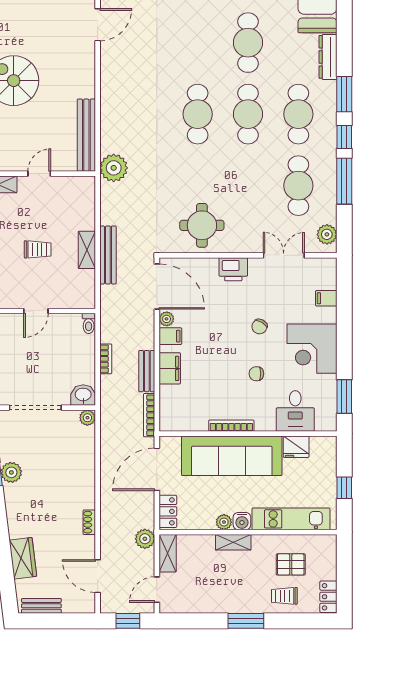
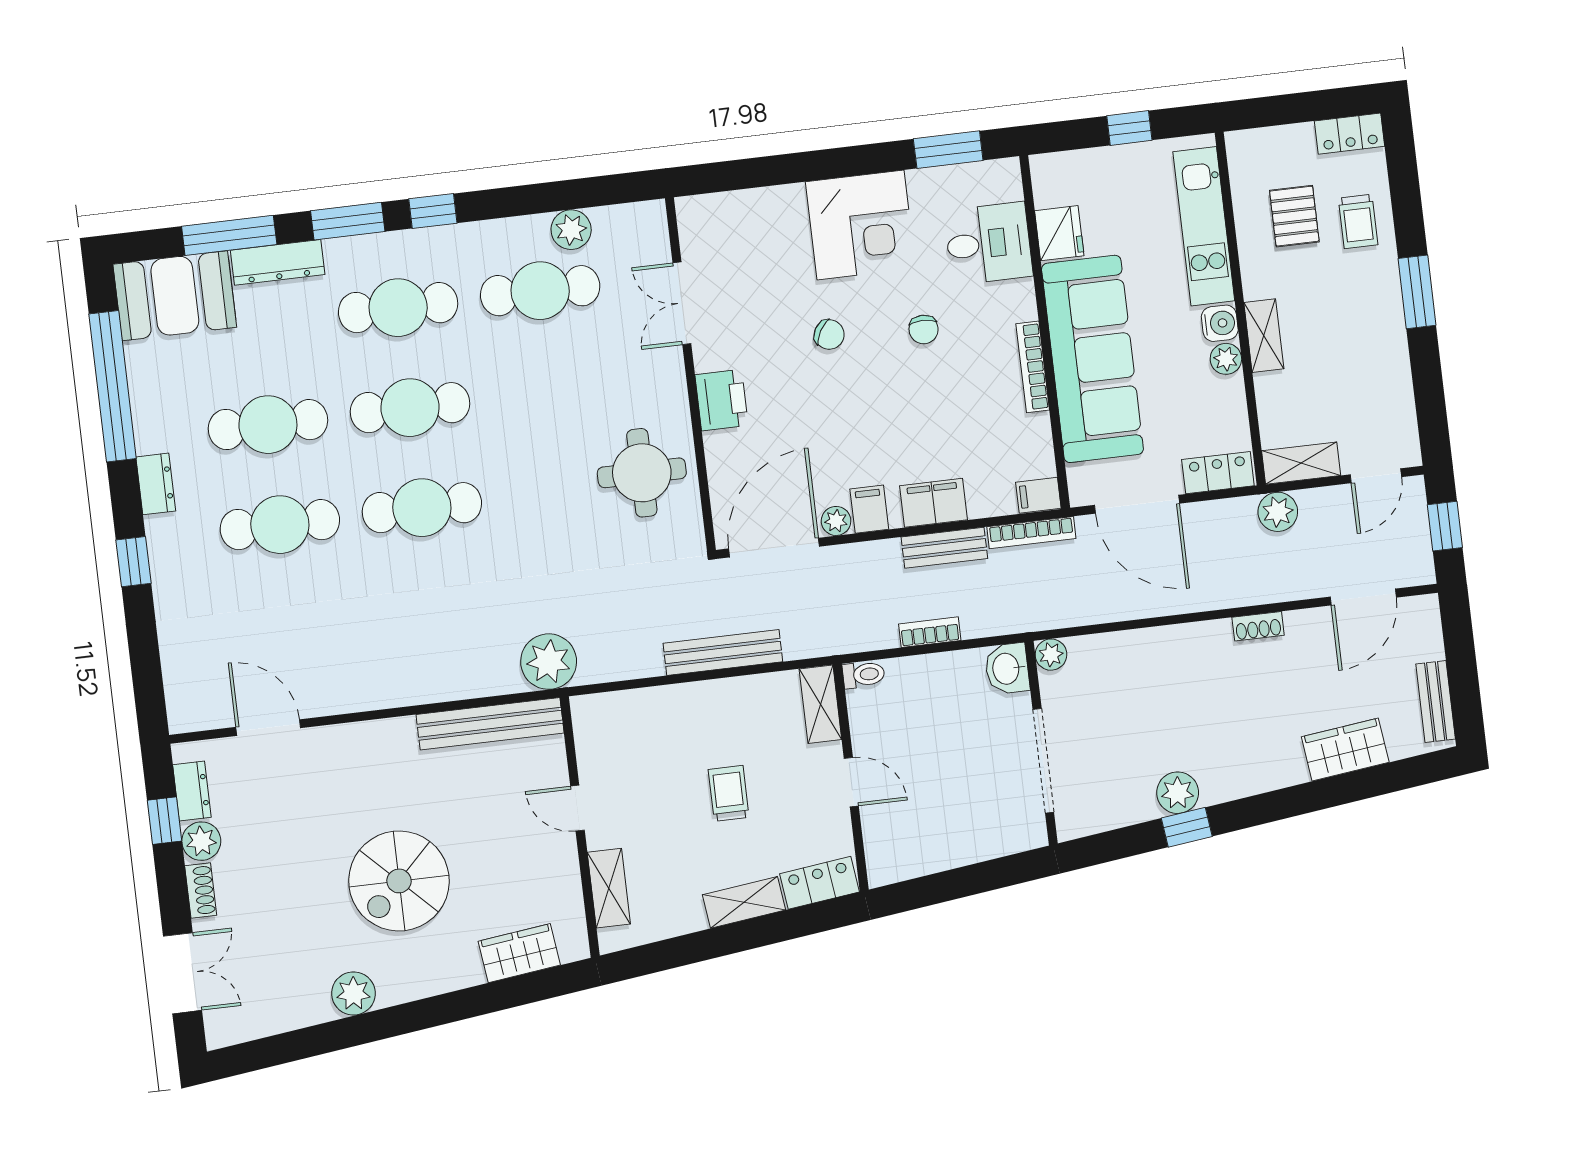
cafe table: (198, 43) -> (280, 525), added
window: (344, 181) -> (229, 235), moved
plant: (327, 234) -> (571, 230), moved
shelving: (87, 250) -> (820, 704), moved, turned 90
filing cabinet: (326, 298) -> (1038, 495), moved, turned 90
door: (157, 590) -> (1376, 476), hinge flipped

